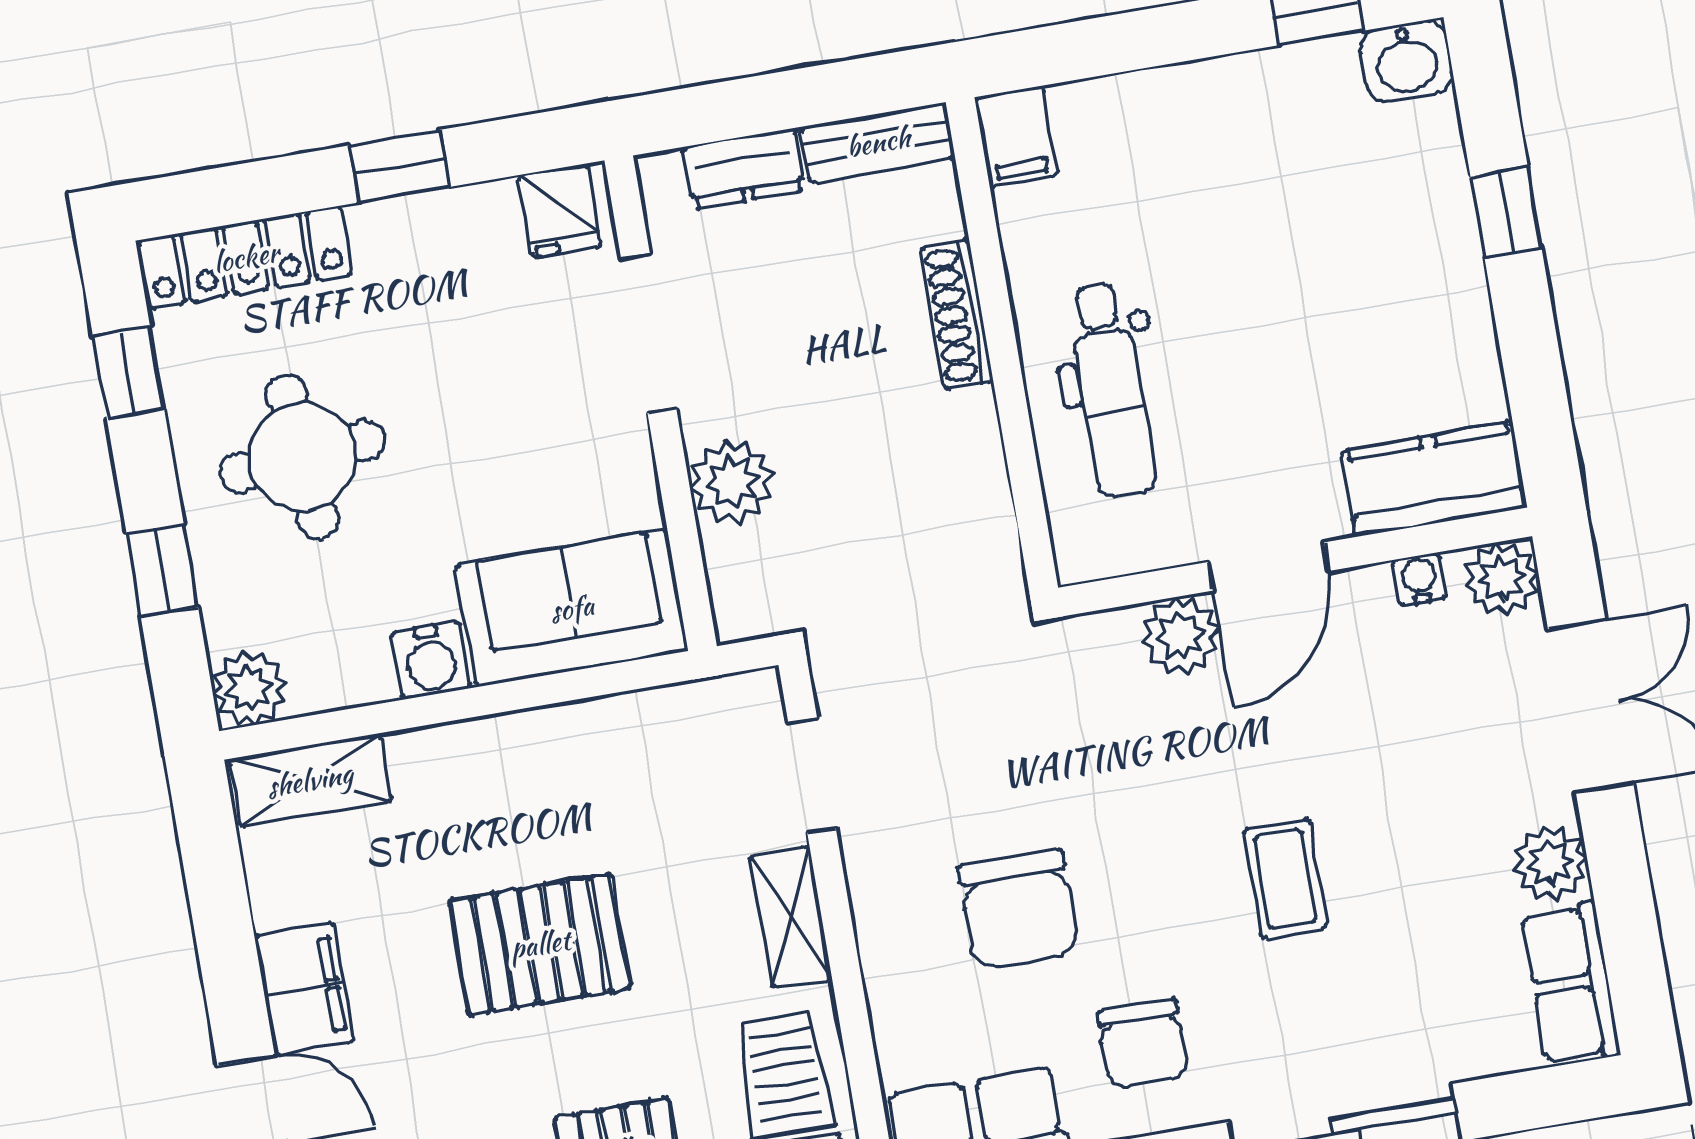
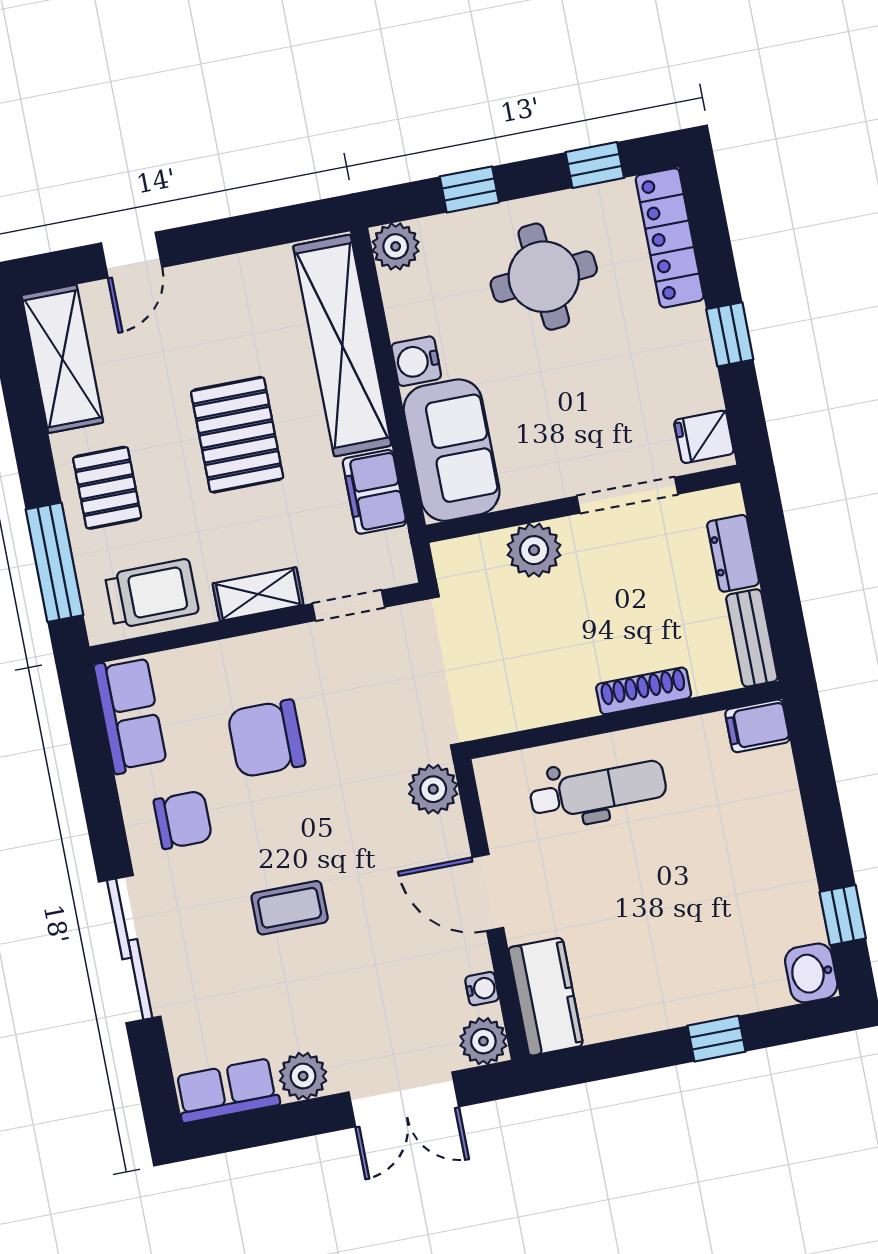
dental chair: (1111, 390) -> (598, 790), turned 180
plant: (1181, 636) -> (433, 789), moved
shelving: (310, 780) -> (342, 346), width x2.20, depth x1.33
filing cabinet: (304, 989) -> (374, 492), moved, turned 90
chair: (1143, 1043) -> (183, 820), turned 180

